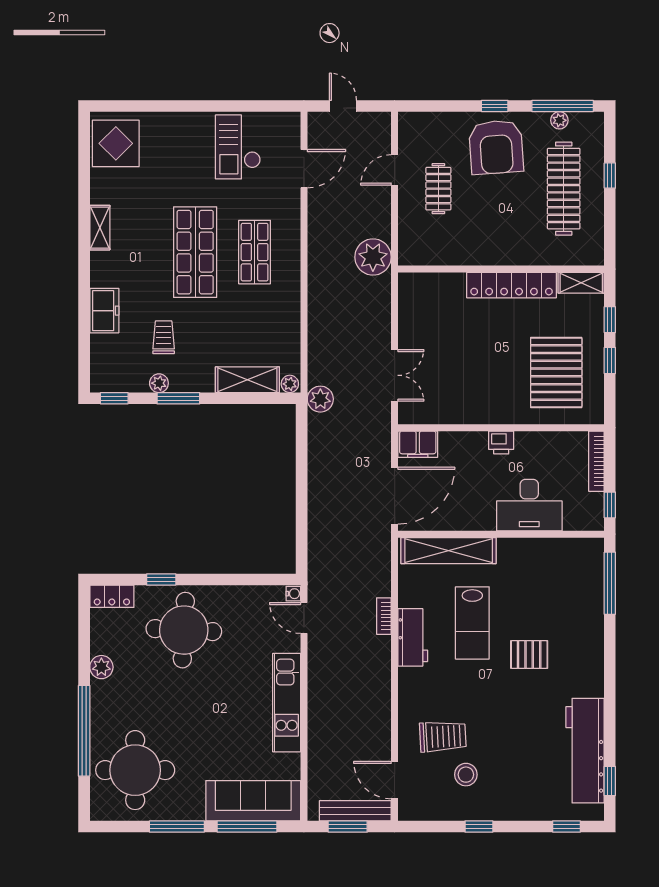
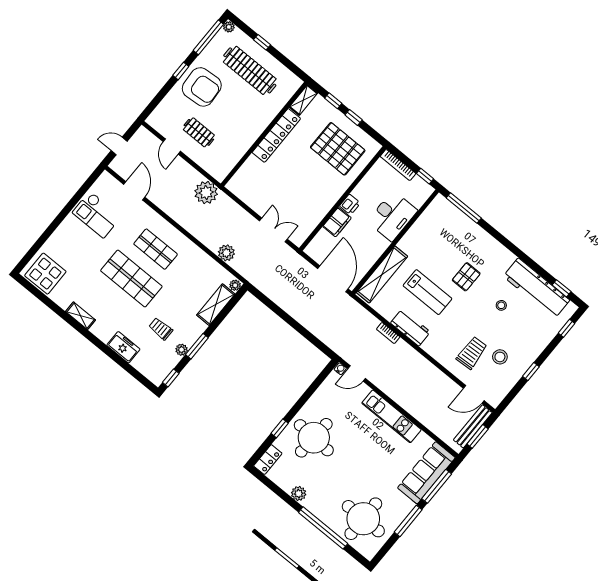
plant: (559, 120) -> (229, 27), moved
plant: (320, 399) -> (226, 253), moved
filing cabinet: (418, 444) -> (337, 222), moved
stool: (529, 725) -> (501, 305), added

